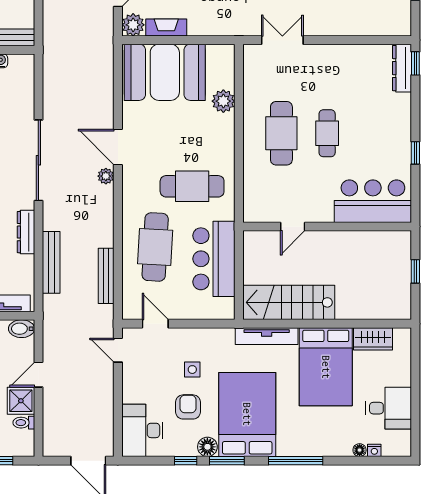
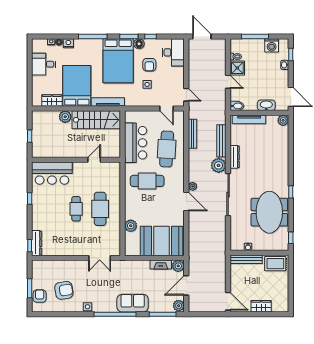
plant: (57, 216) -> (219, 165), added
plant: (348, 308) -> (65, 117), added
door: (38, 375) -> (228, 82), hinge flipped
nightstand: (342, 448) -> (68, 43), added

